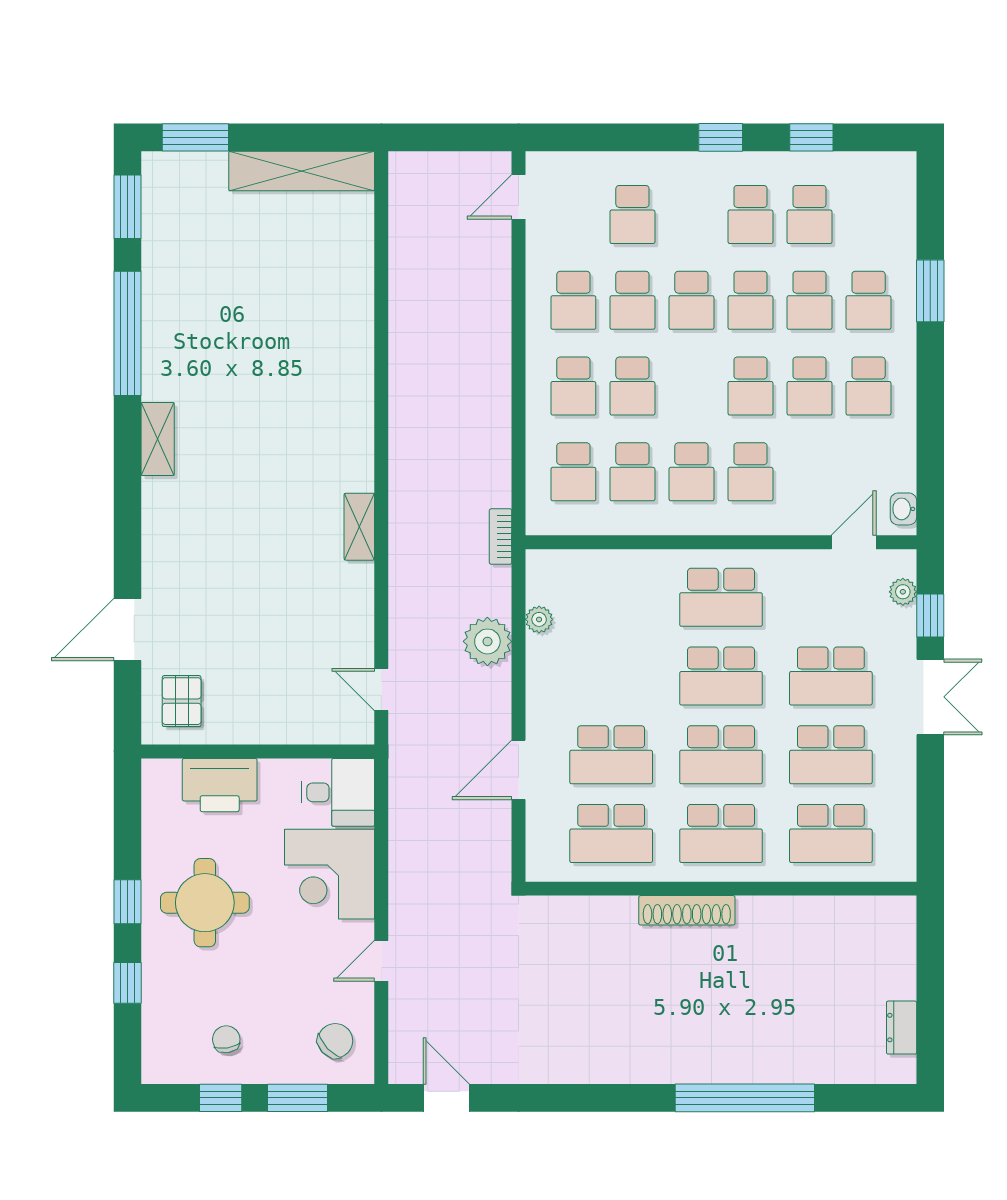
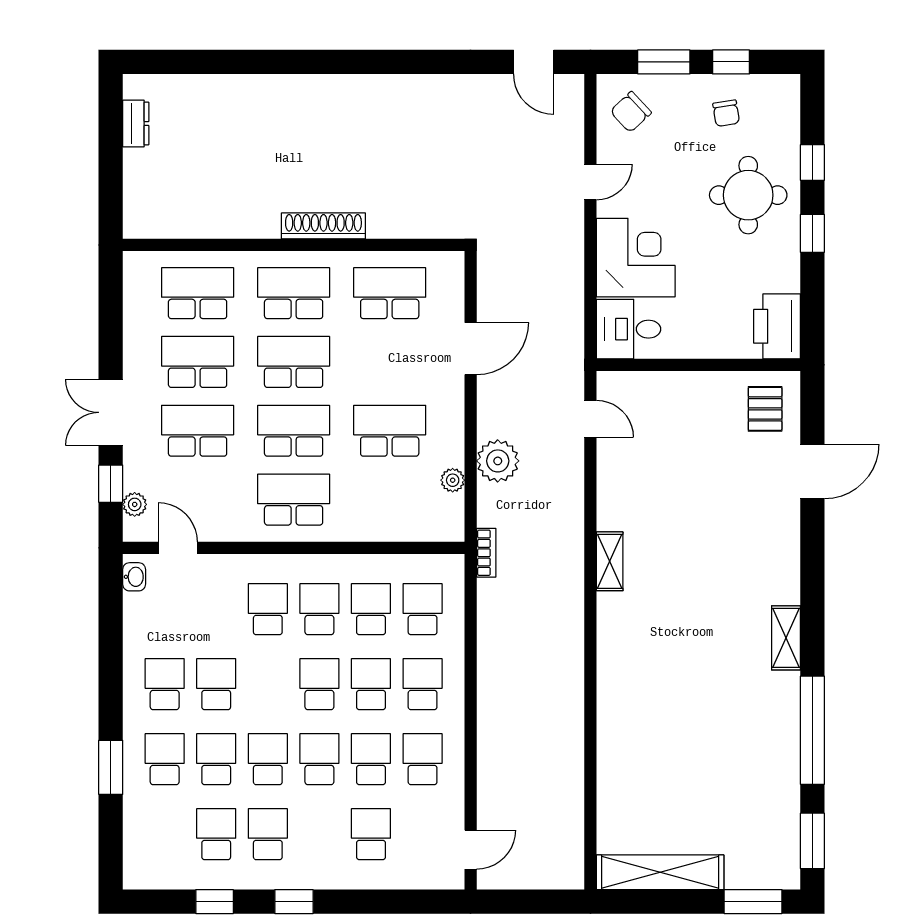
school desk: (750, 386) -> (319, 684), moved
door: (854, 542) -> (178, 548), swing flipped
school desk: (611, 755) -> (390, 431), moved
printer: (220, 785) -> (777, 326), moved, turned -90
round table: (205, 903) -> (748, 195), moved
window: (745, 1098) -> (273, 62), removed

